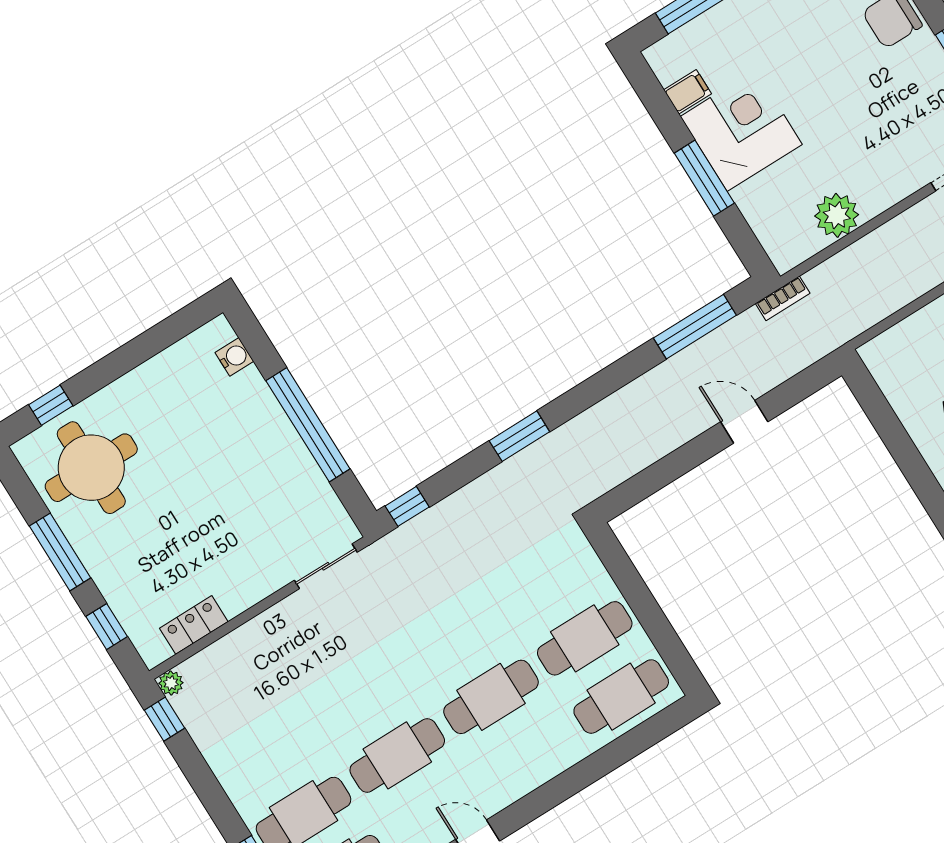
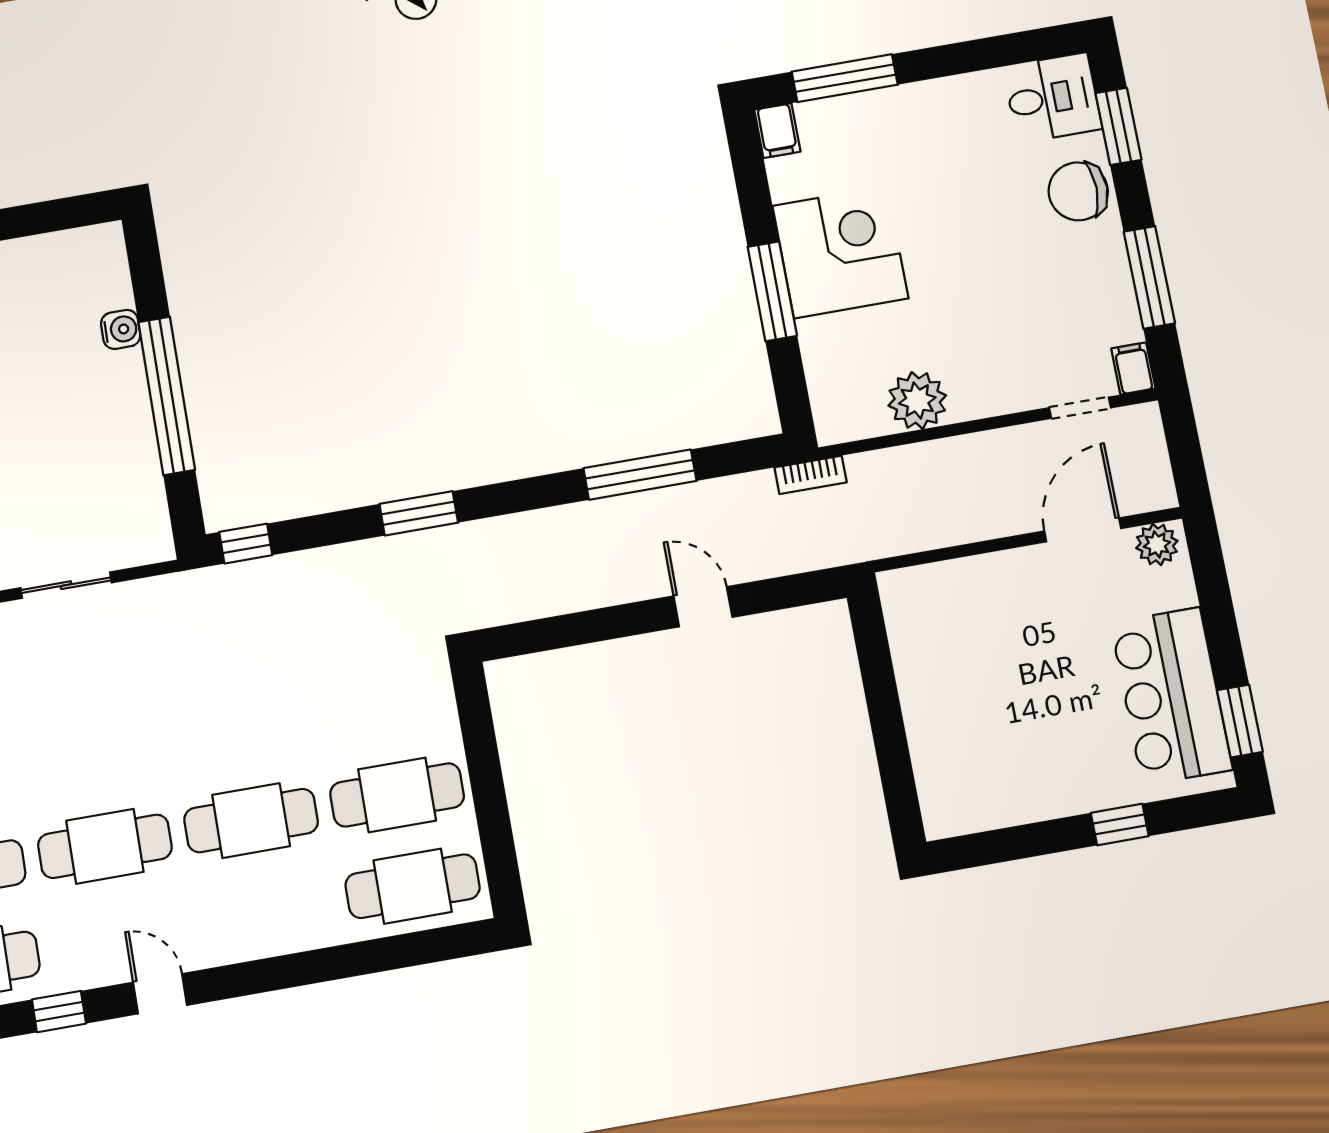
filing cabinet: (688, 92) -> (777, 131), moved, turned 90
window: (695, 327) -> (640, 475), moved
water cooler: (234, 357) -> (121, 329), moved
sliding door: (326, 566) -> (66, 585), moved

